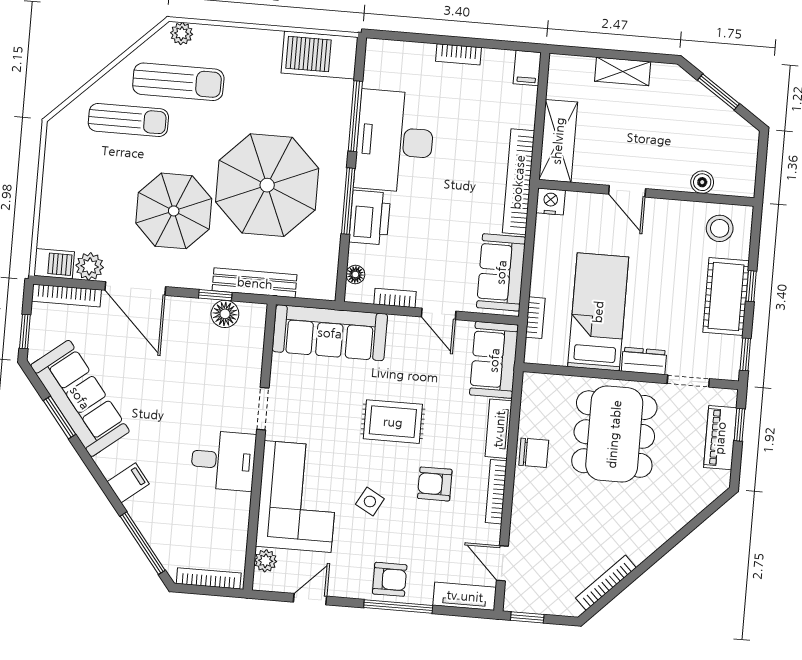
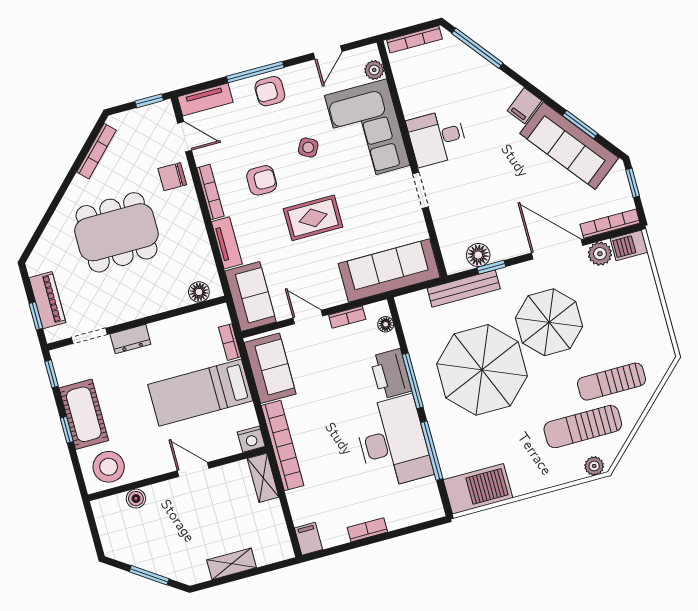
shelving: (558, 141) -> (263, 478), width x0.67, depth x0.75
stool: (720, 228) -> (109, 467), width x1.38, depth x1.38
bed: (598, 312) -> (200, 393), moved, turned 90
floor lamp: (549, 386) -> (199, 292), added
dining table: (614, 434) -> (116, 232), moved, turned 90
chair: (534, 453) -> (172, 177), moved
filing cabinet: (128, 483) -> (524, 106), moved

